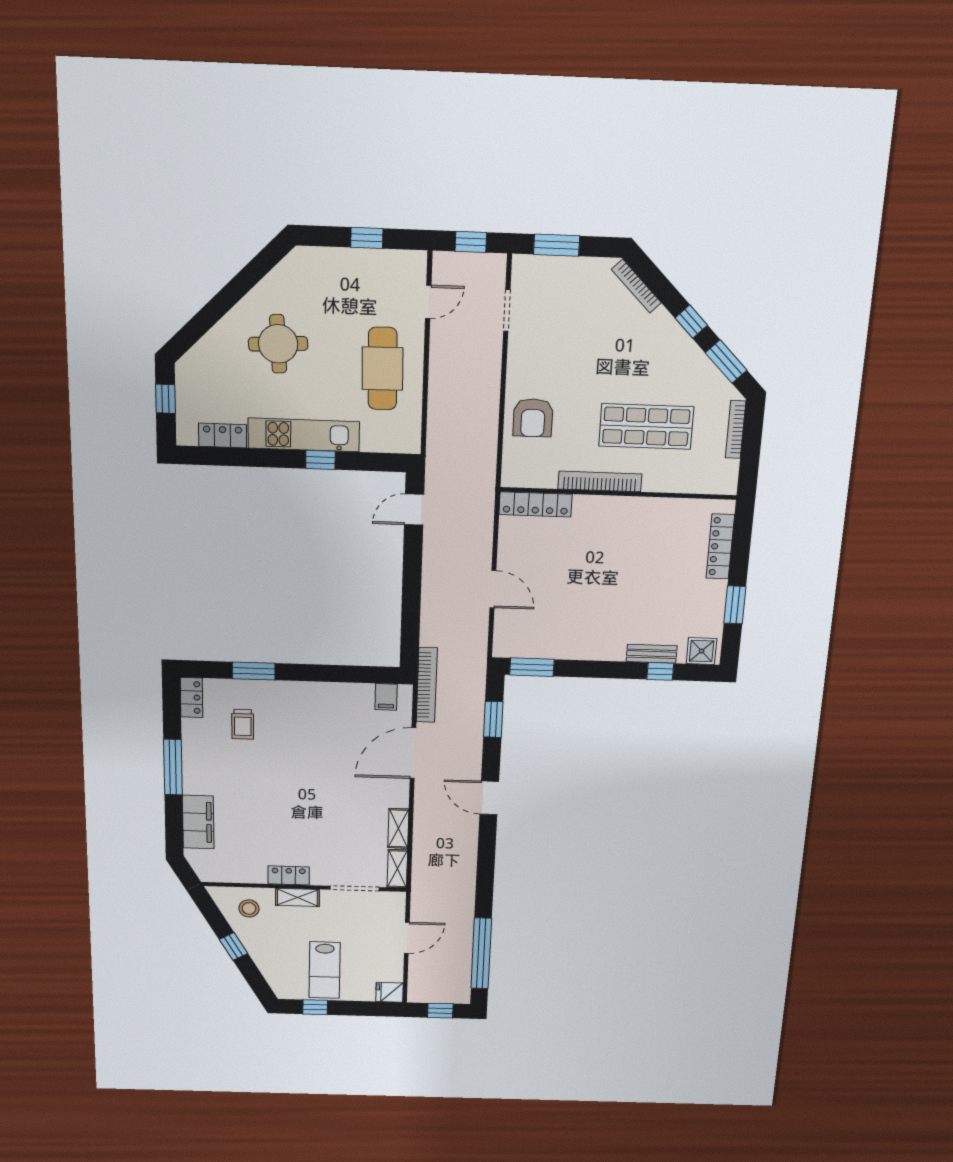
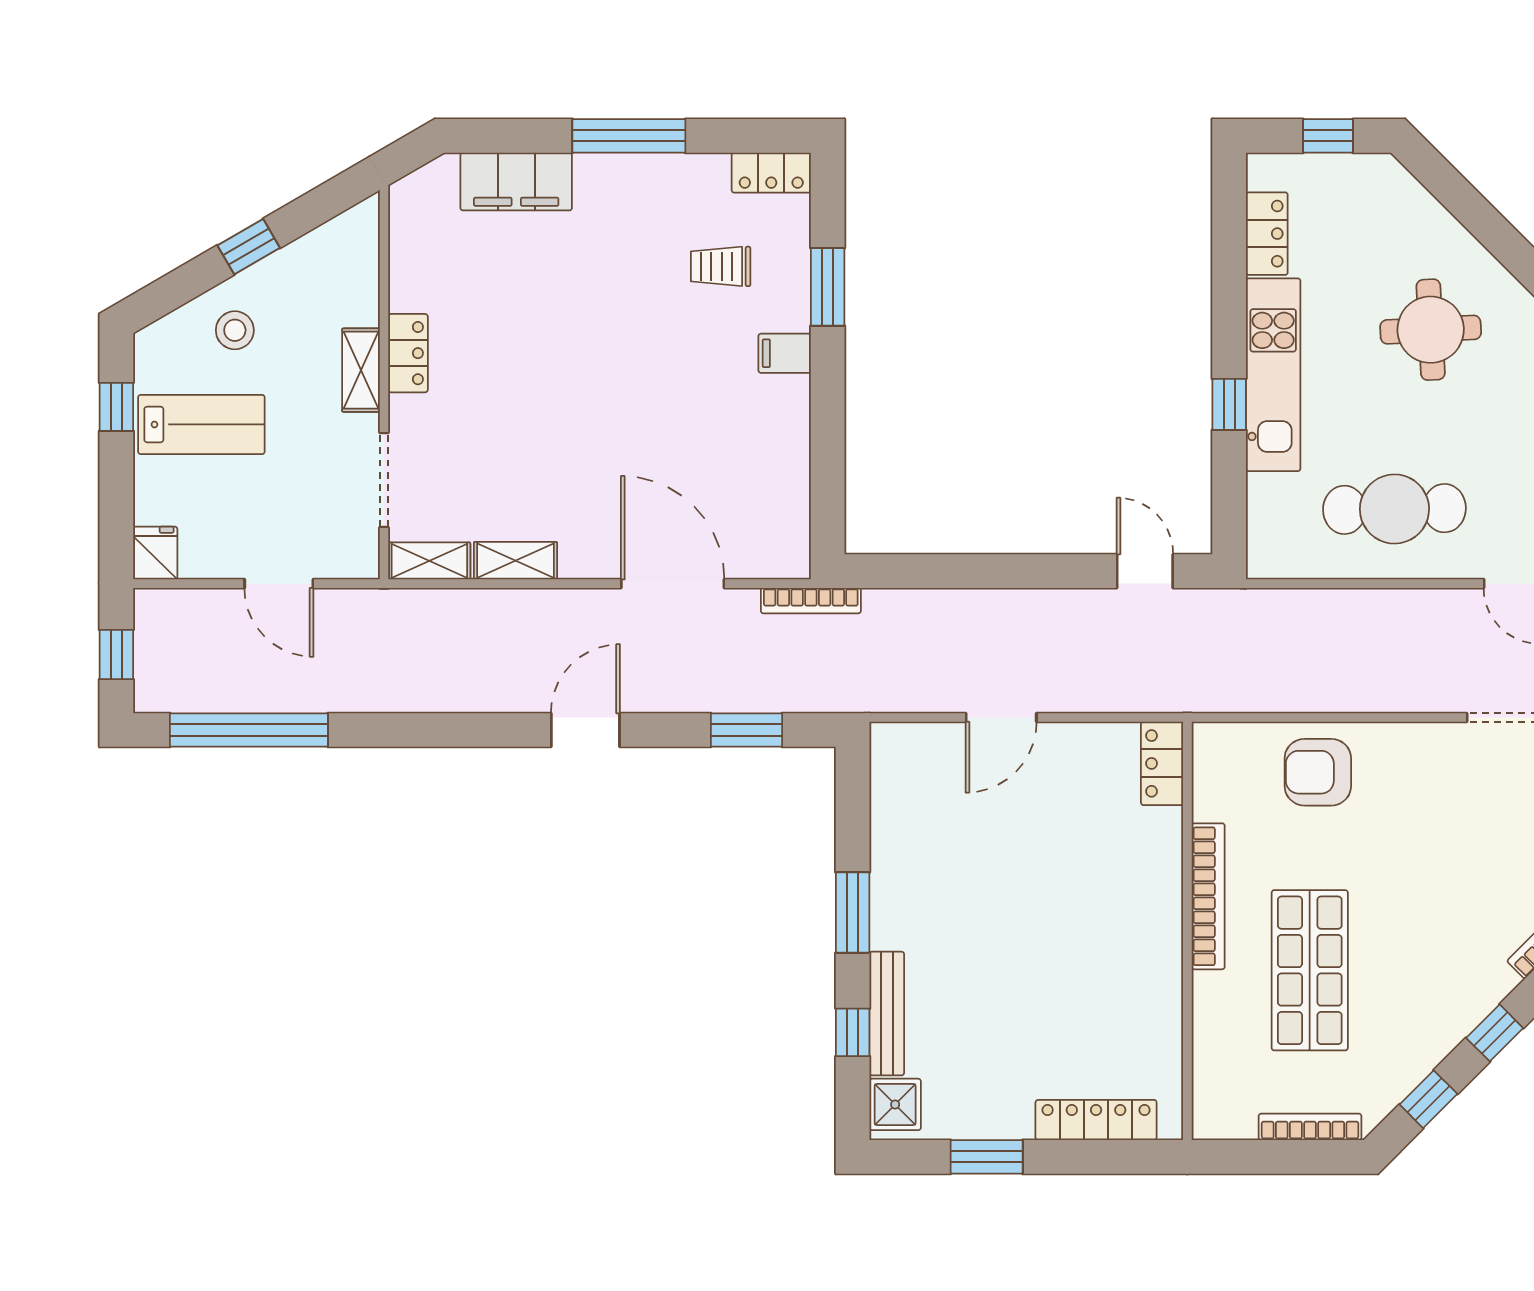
window: (726, 362) -> (1428, 1099), width x0.67
locker: (536, 504) -> (1162, 763), width x0.66
bench: (652, 654) -> (887, 1014), width x1.36
window: (532, 667) -> (853, 913), moved
bookcase: (427, 685) -> (811, 601), width x0.68, depth x0.76
filing cabinet: (386, 697) -> (785, 353), moved
stool: (249, 908) -> (235, 330), moved
lab bench: (325, 970) -> (201, 424), turned 180

